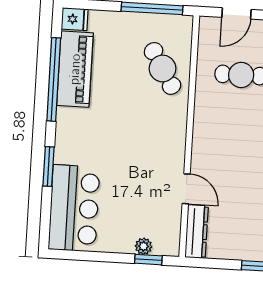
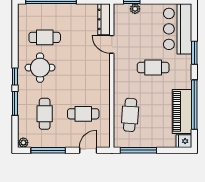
cafe table: (163, 68) -> (130, 115), turned 35
cafe table: (119, 146) -> (153, 68), added

